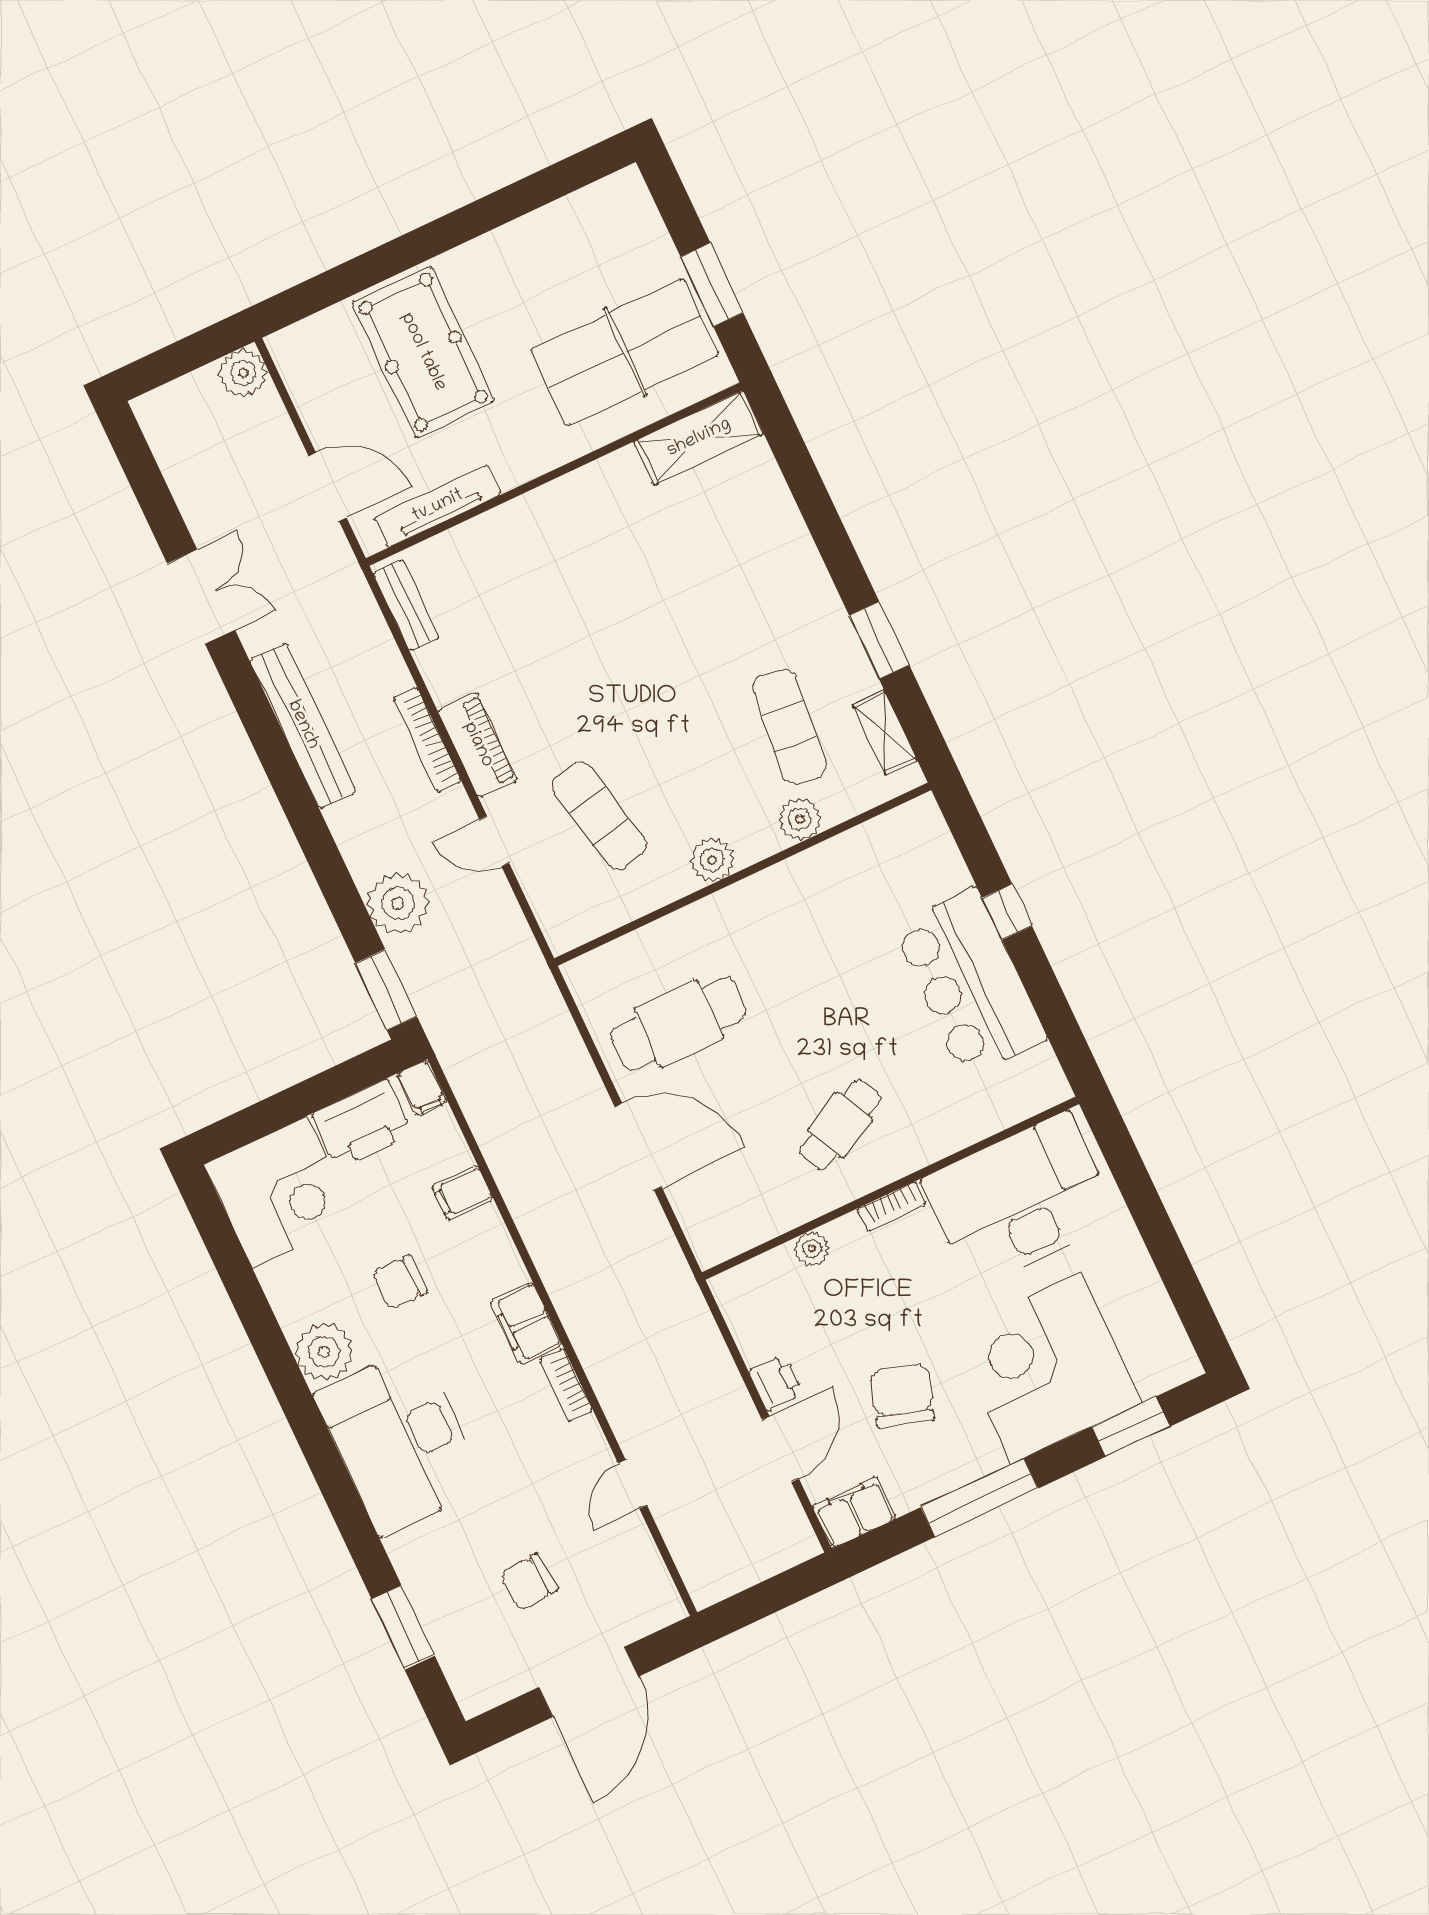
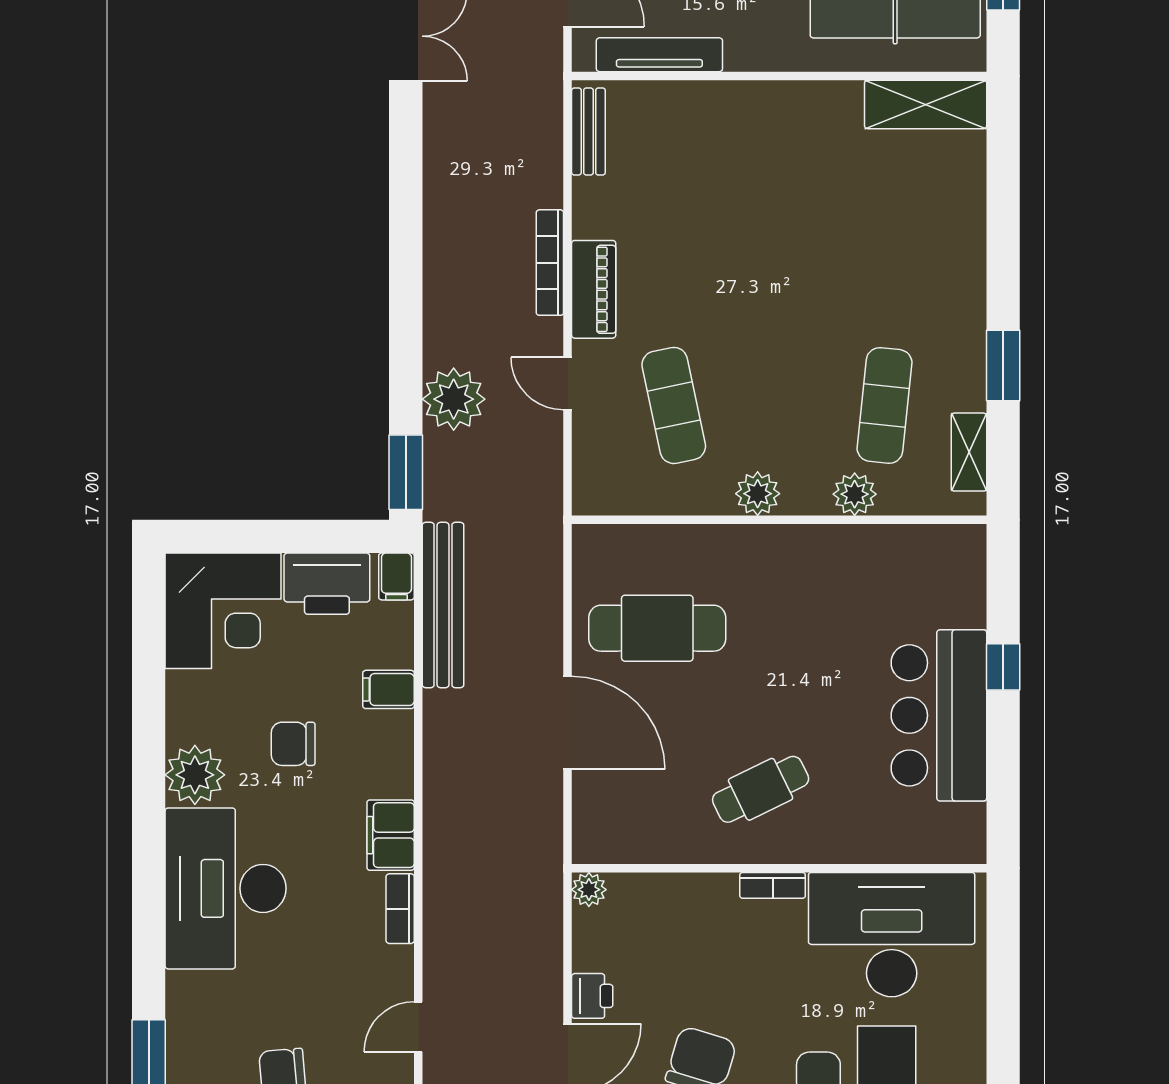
bench: (303, 725) -> (443, 605), moved
plant: (812, 1249) -> (589, 890), moved

